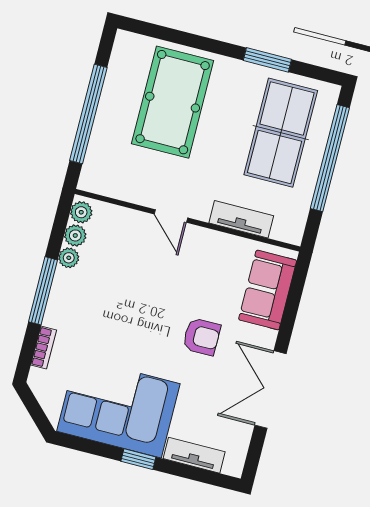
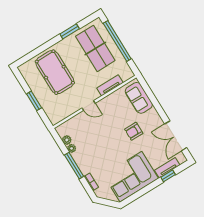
window: (88, 114) -> (34, 101), width x0.47
plant: (81, 212) -> (62, 131), removed
armchair: (202, 337) -> (134, 131), turned 180
double door: (270, 390) -> (176, 136), moved
window: (138, 459) -> (168, 176), moved

